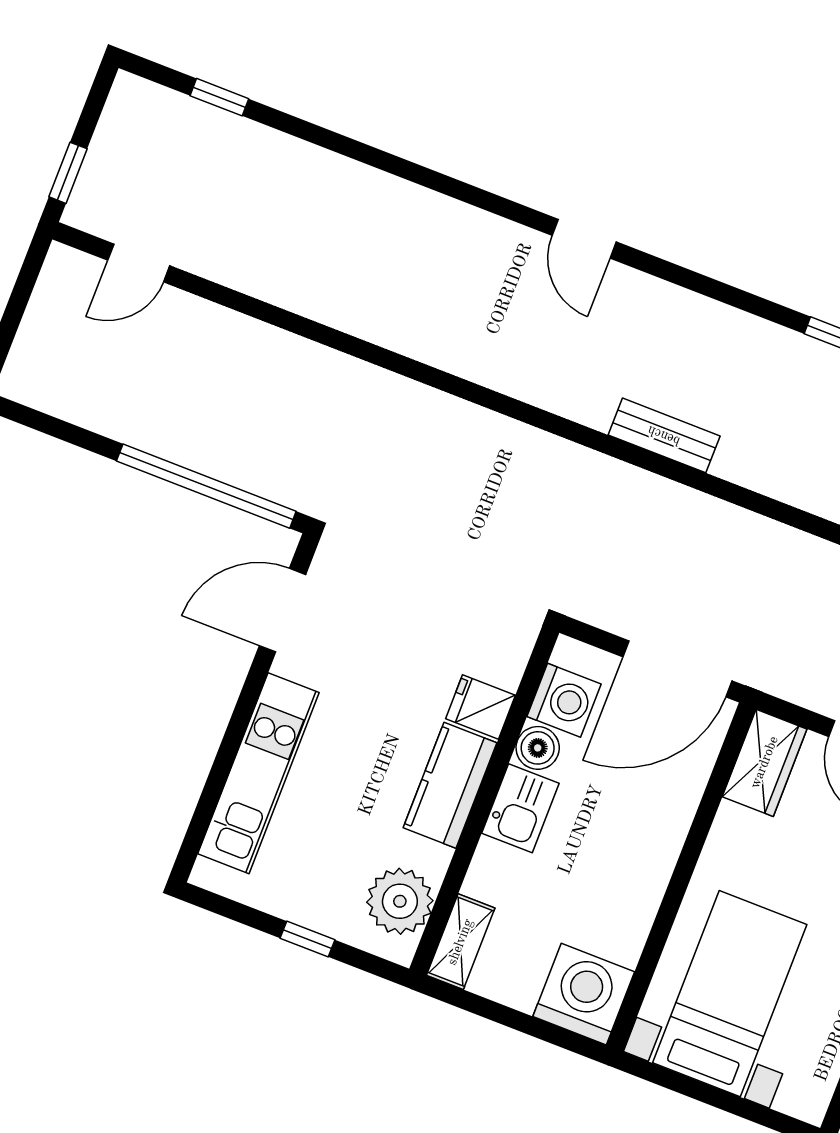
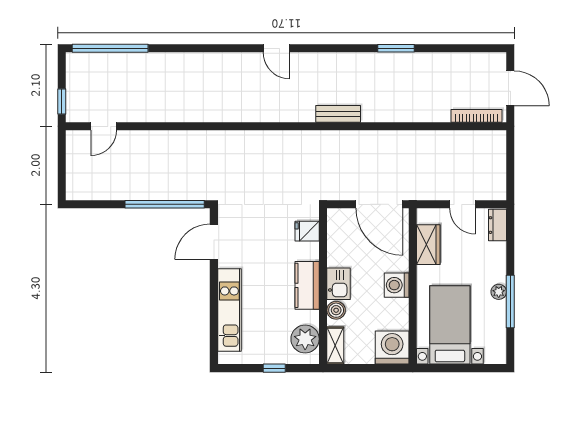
window: (219, 97) -> (110, 48), width x3.17
door: (677, 669) -> (379, 204), hinge flipped
washing machine: (564, 700) -> (397, 285), moved, turned 180
fridge: (480, 707) -> (307, 231), moved
boiler: (538, 748) -> (336, 310), moved
wardrobe: (765, 763) -> (428, 245), moved

